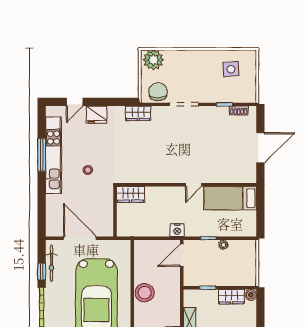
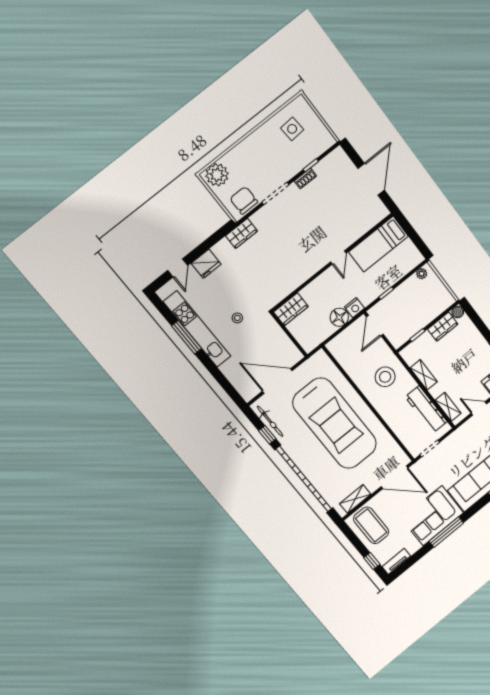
shoe rack: (239, 111) -> (305, 178), moved
floor lamp: (161, 228) -> (339, 317), added
plant: (223, 245) -> (422, 274), moved
stool: (145, 293) -> (385, 377), moved

